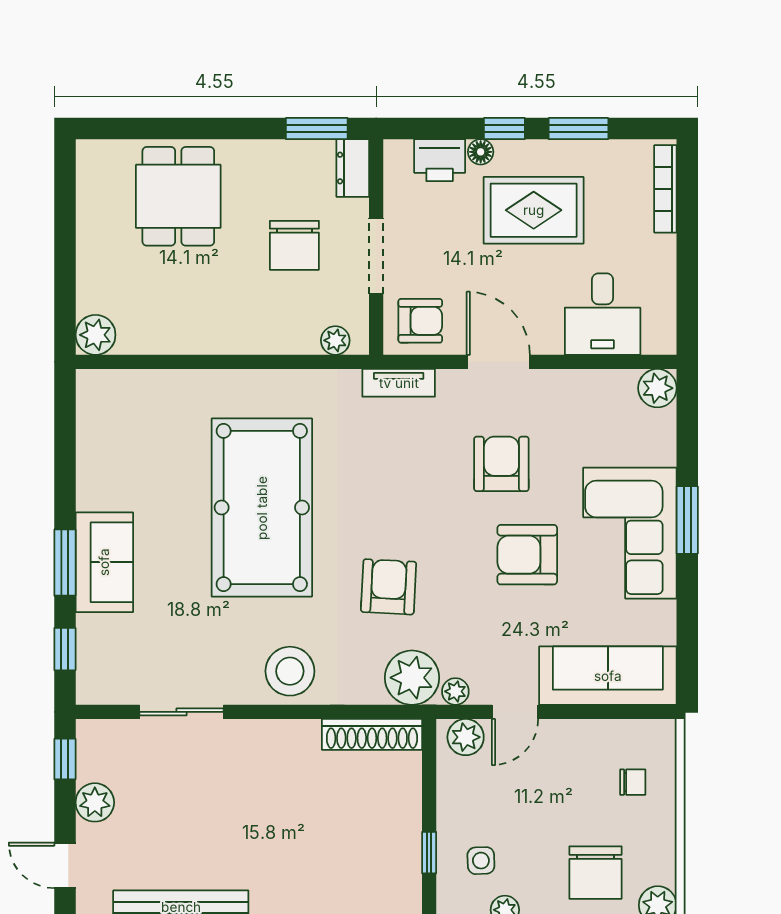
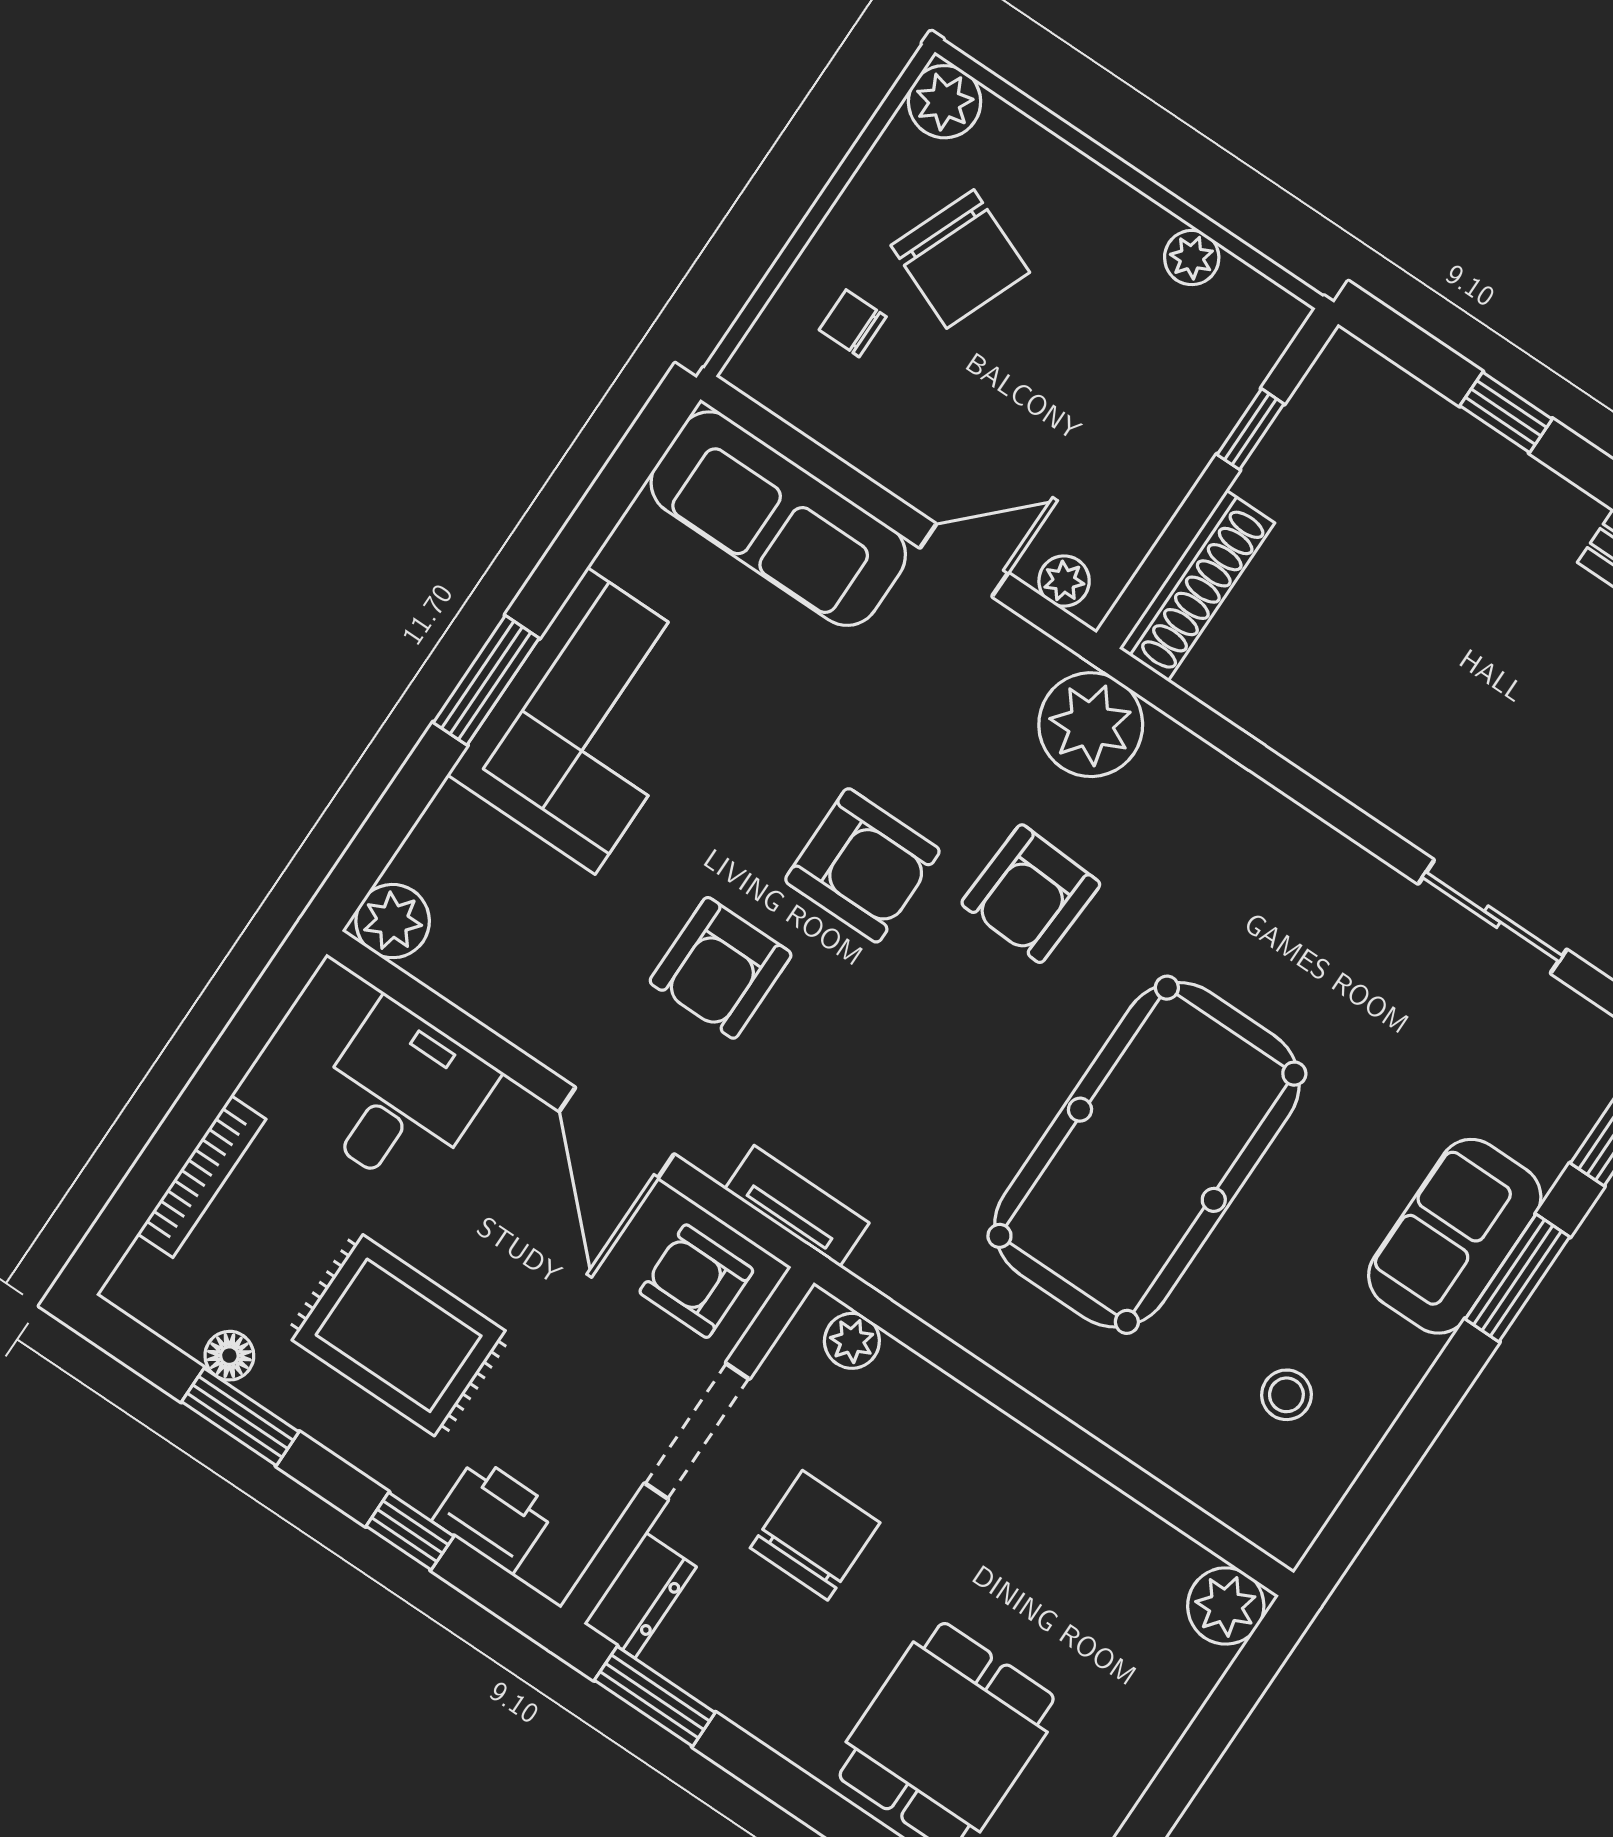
window: (504, 129) -> (410, 1531), moved
floor lamp: (481, 152) -> (229, 1356), moved
bookcase: (665, 189) -> (202, 1177), moved
armchair: (527, 555) -> (862, 865), moved
stool: (290, 671) -> (1286, 1395), moved, width x0.53, depth x0.53
plant: (455, 691) -> (1037, 656), removed
shoe rack: (372, 734) -> (1197, 586), moved, turned 90
plant: (466, 737) -> (1064, 581), width x0.73, depth x0.73
side table: (481, 861) -> (1177, 361), removed
chair: (596, 873) -> (960, 259), moved, turned 112

